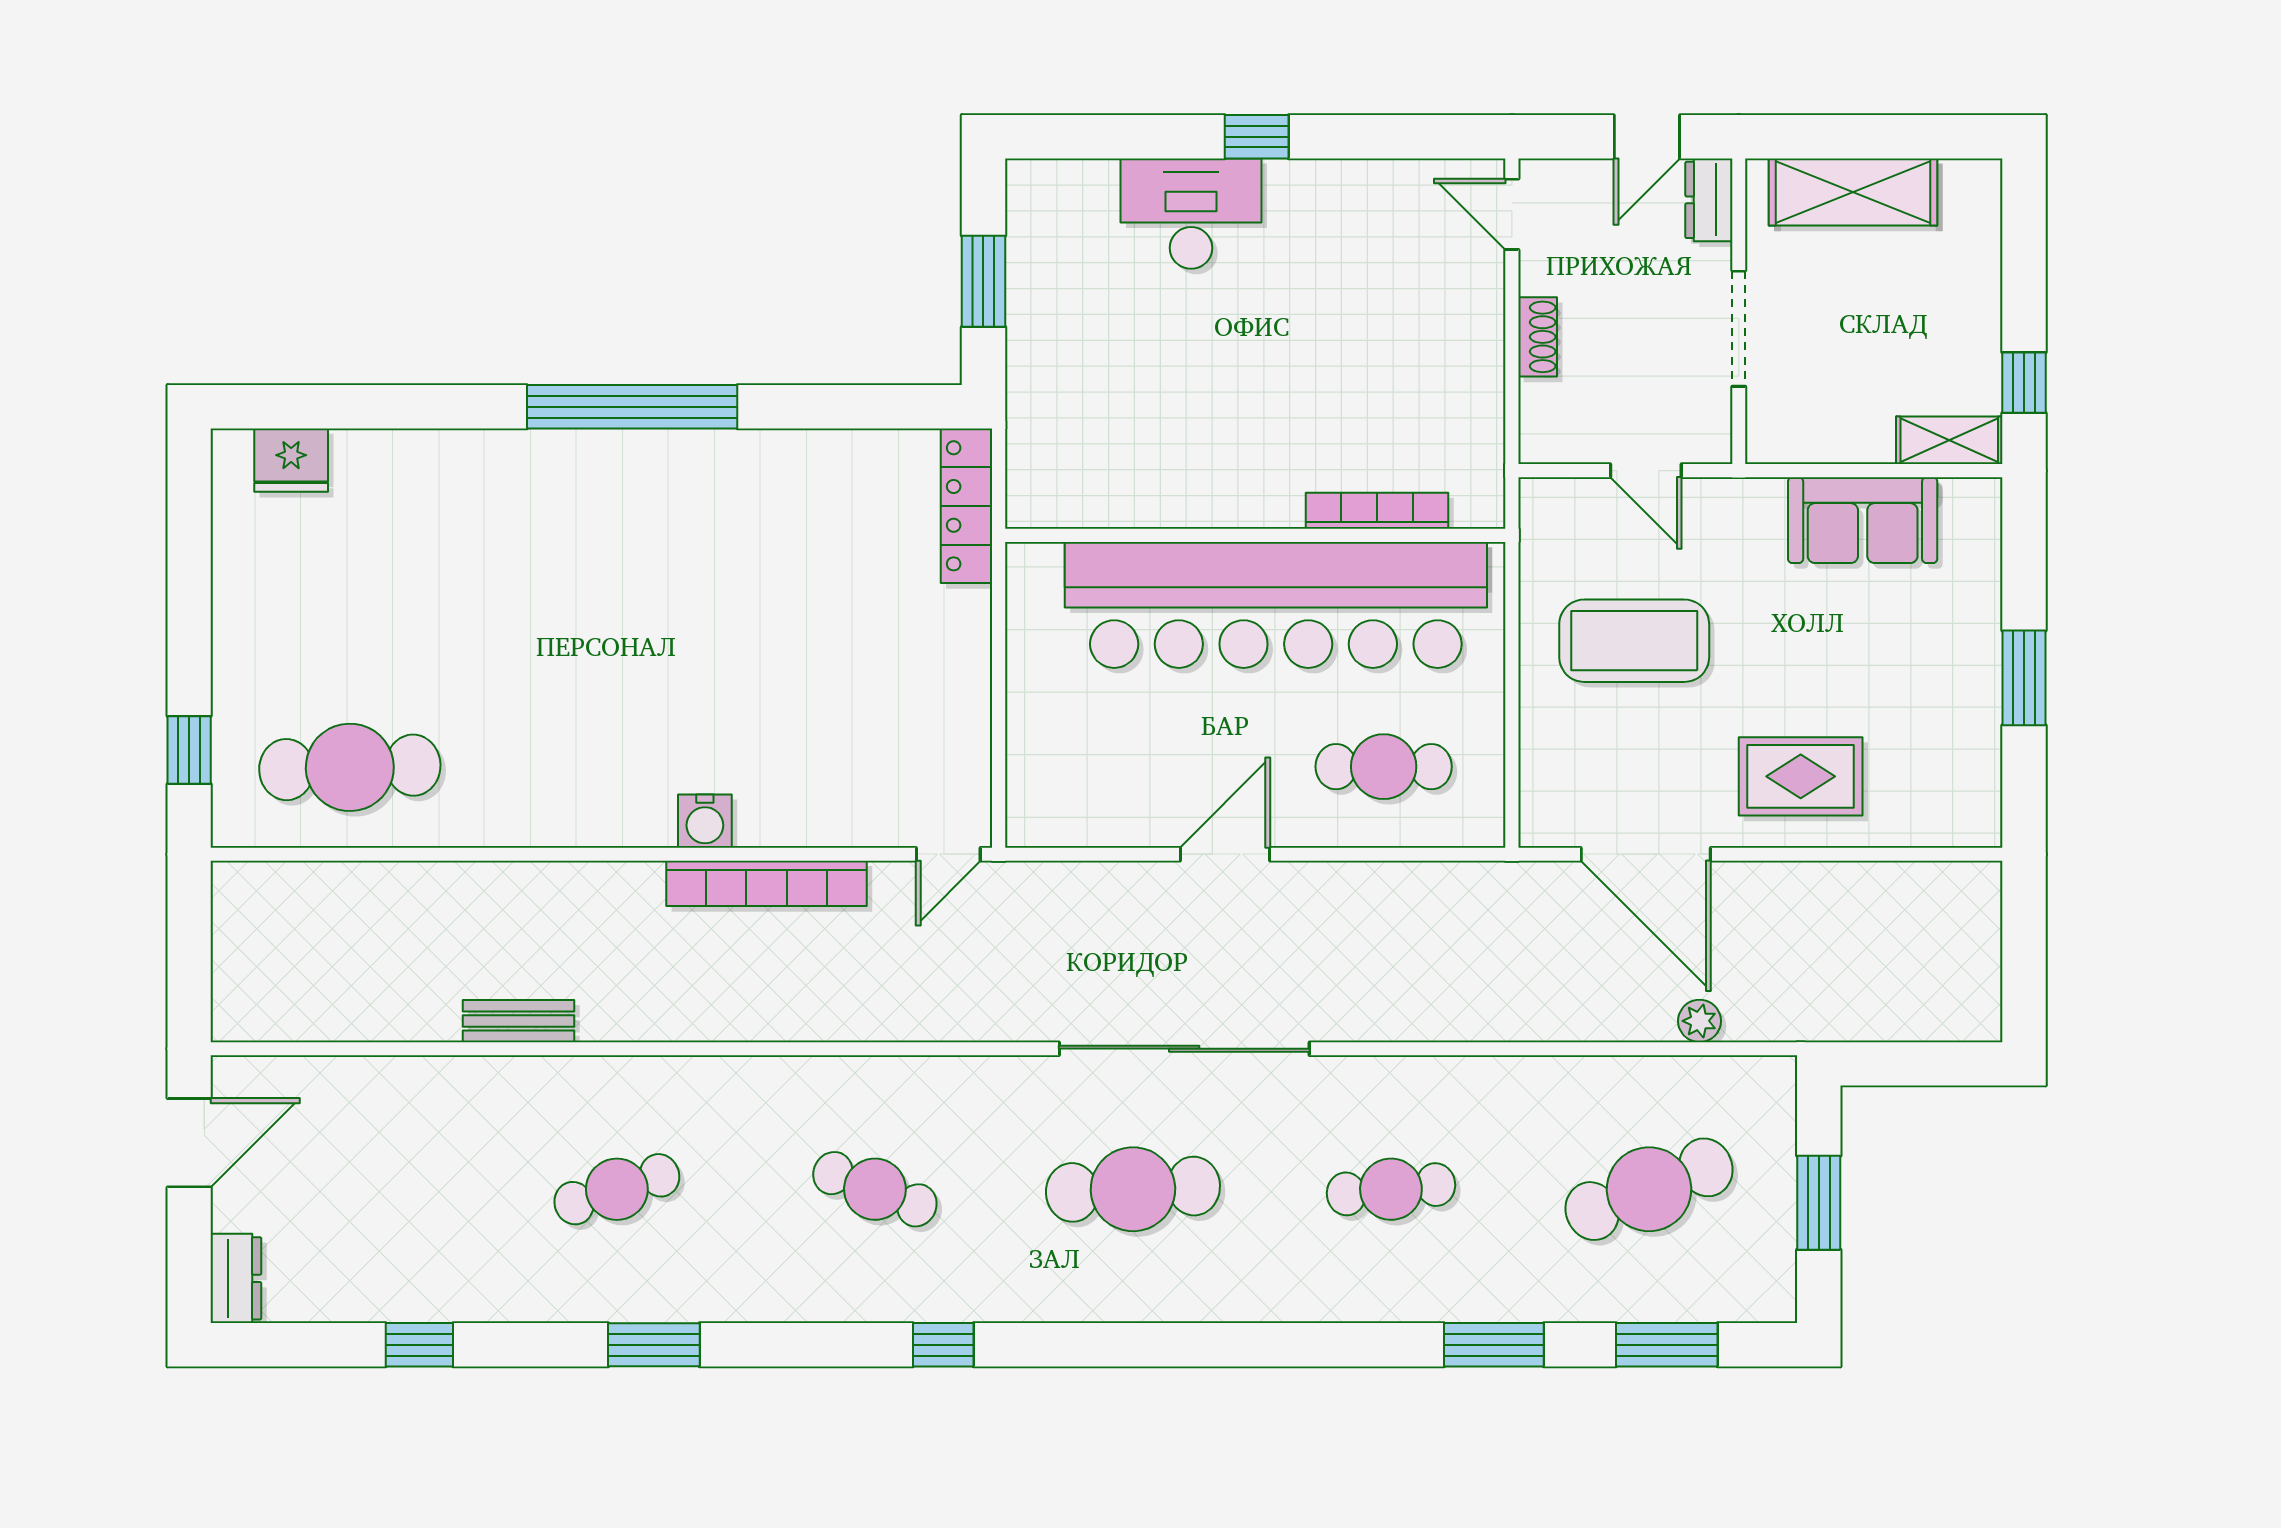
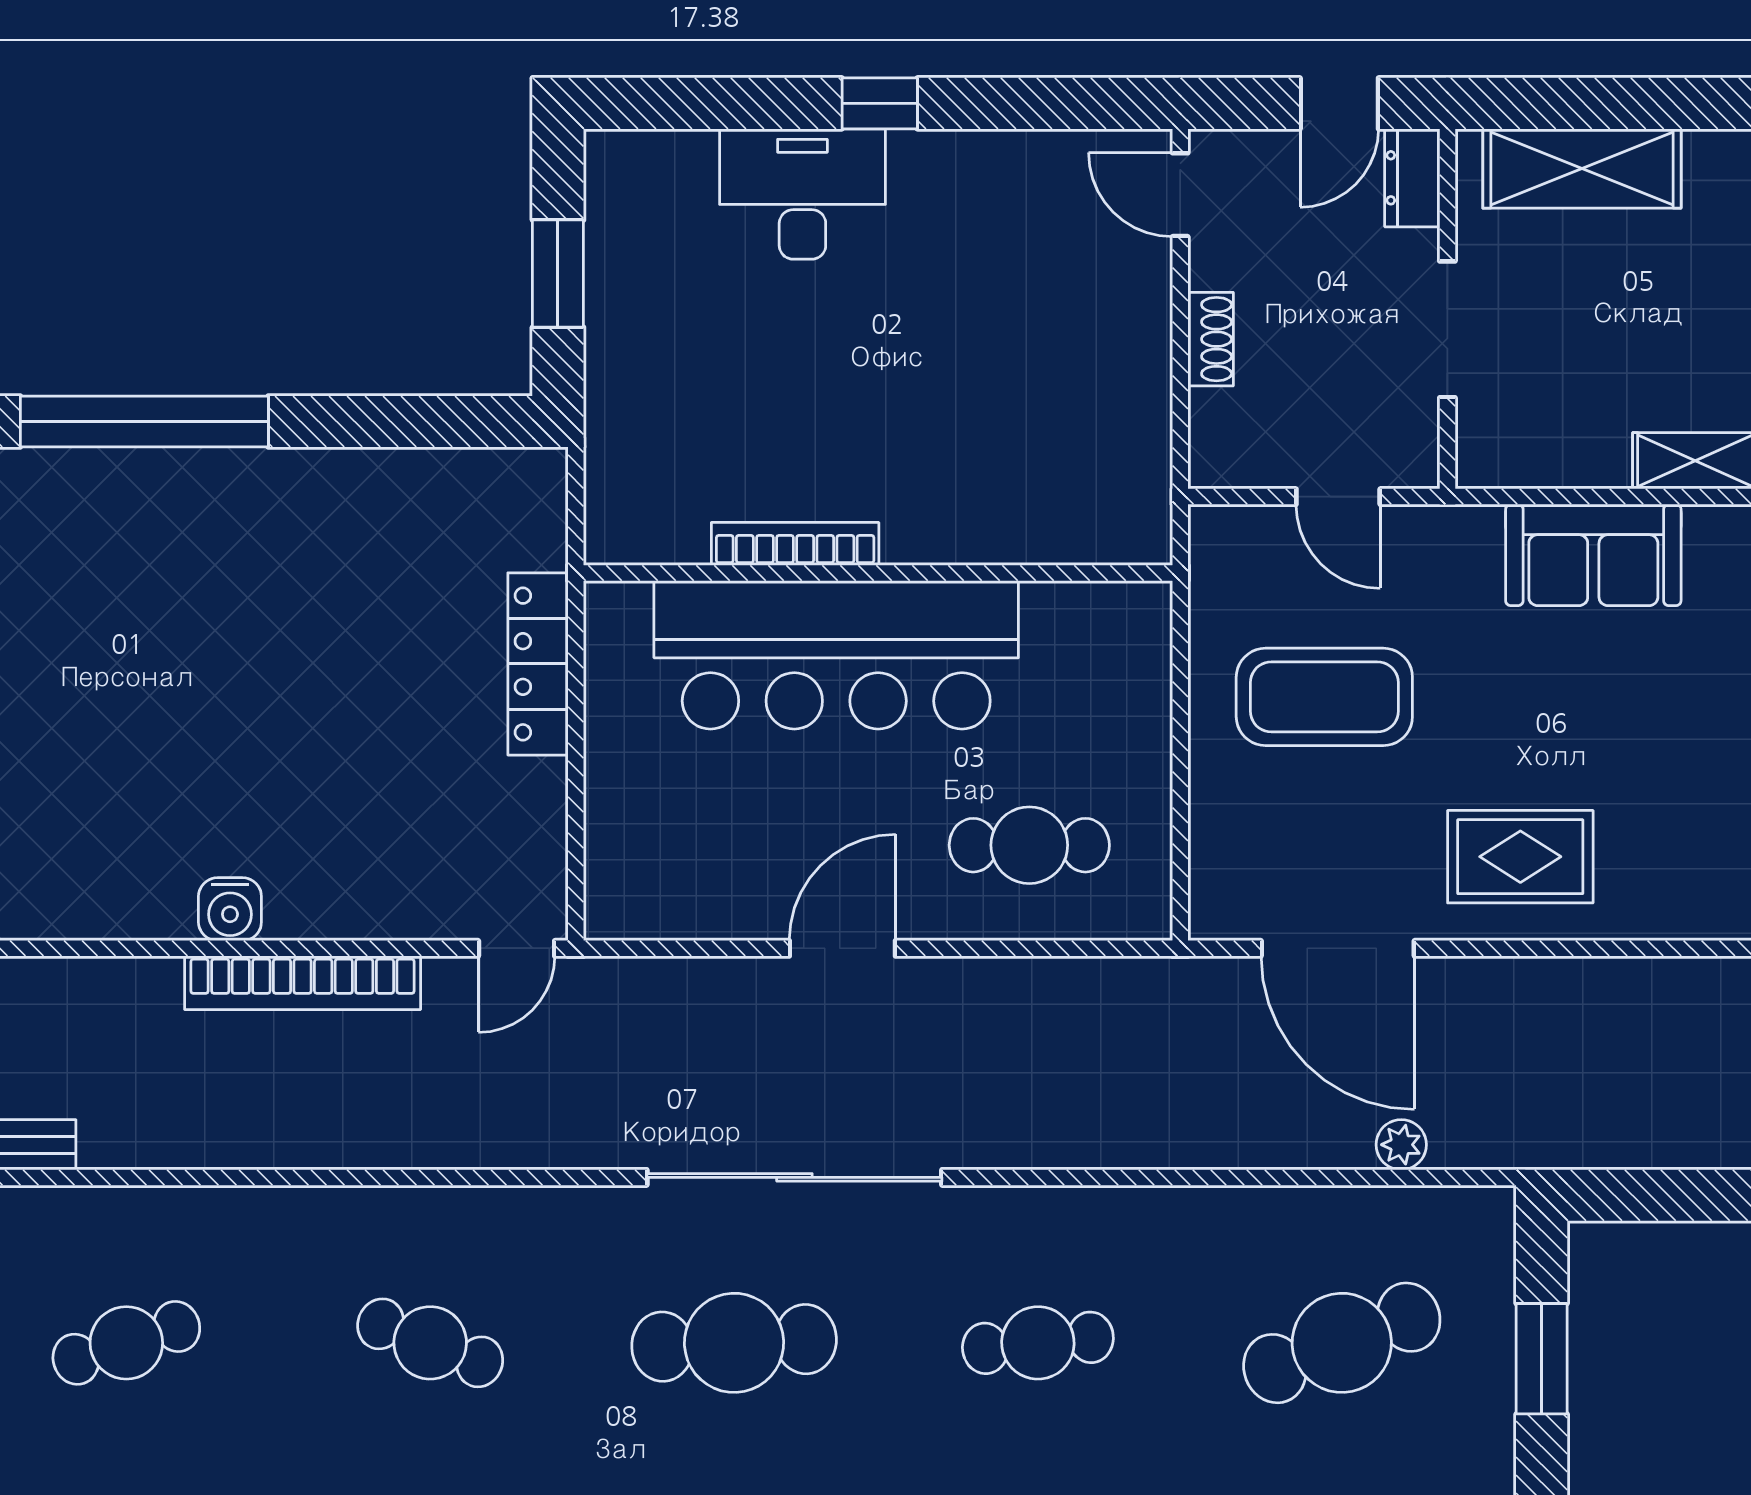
locker: (966, 506) -> (538, 664), moved
bookcase: (1377, 511) -> (795, 544), moved
bar counter: (1276, 605) -> (836, 655), width x0.73

